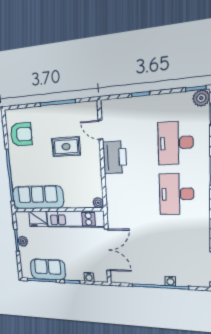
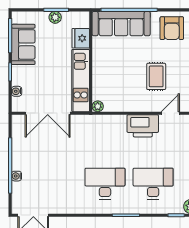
sofa: (38, 197) -> (121, 24), moved, turned 90

